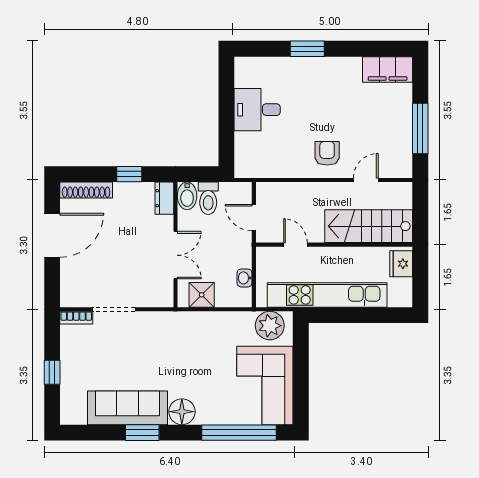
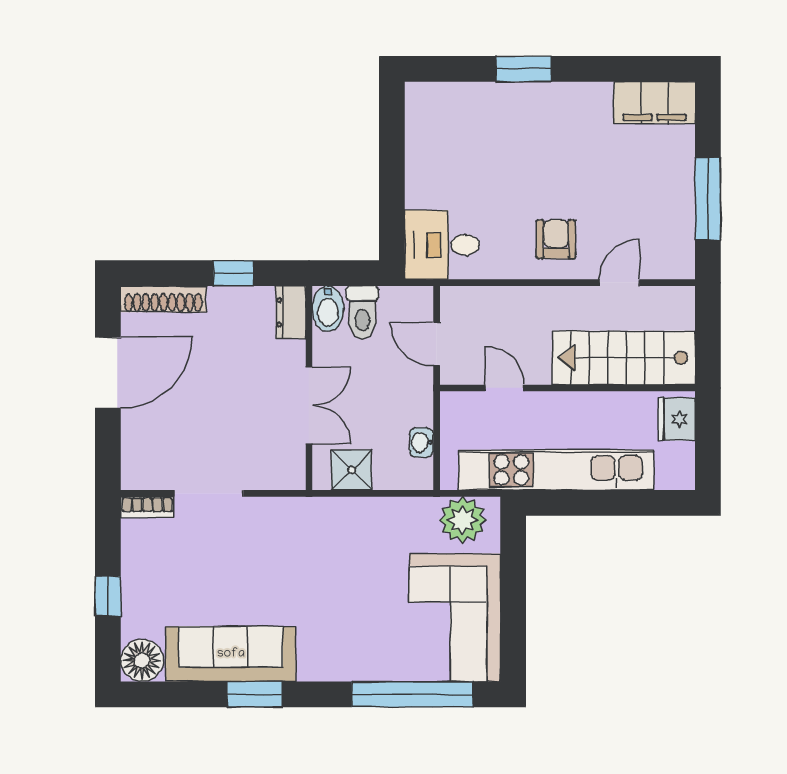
desk: (257, 110) -> (442, 245), moved
floor lamp: (182, 412) -> (142, 660), moved

